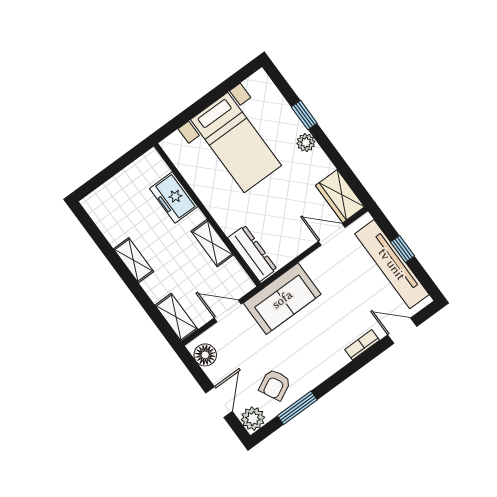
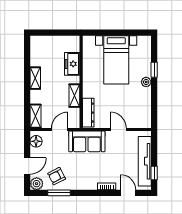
wardrobe: (340, 196) -> (144, 116), removed
door: (332, 234) -> (118, 130), moved
window: (403, 249) -> (154, 173), moved
door: (228, 311) -> (60, 130), hinge flipped

